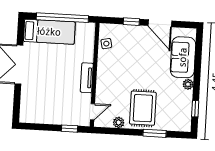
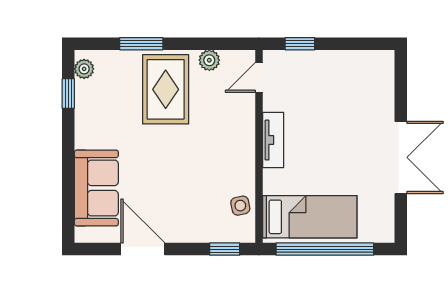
window: (131, 22) -> (225, 249), moved
bed: (49, 32) -> (310, 217), moved, turned 180
plant: (188, 84) -> (84, 69), moved

